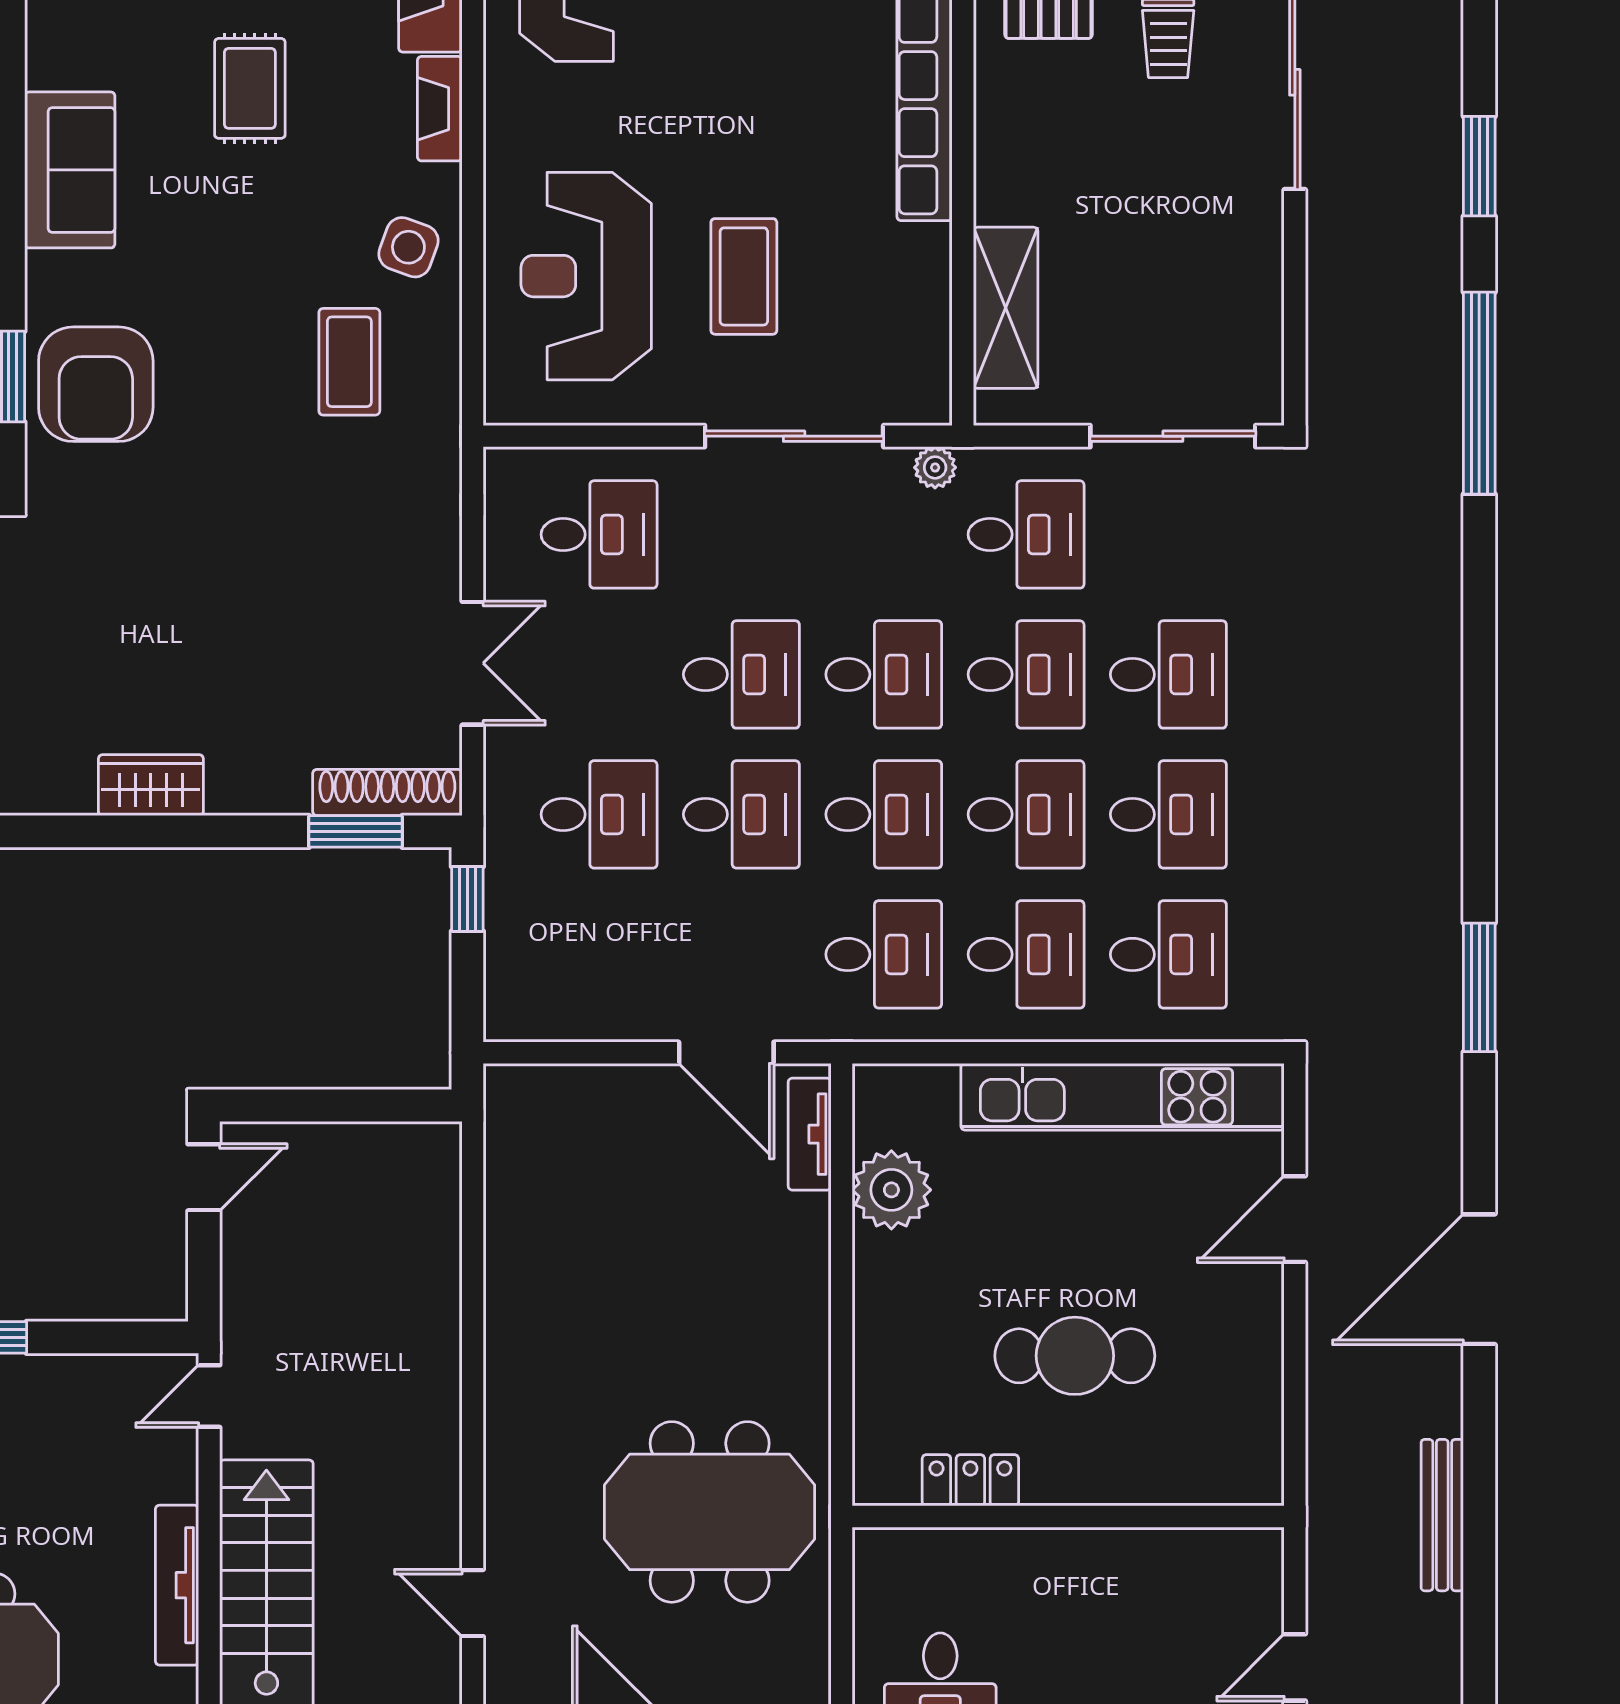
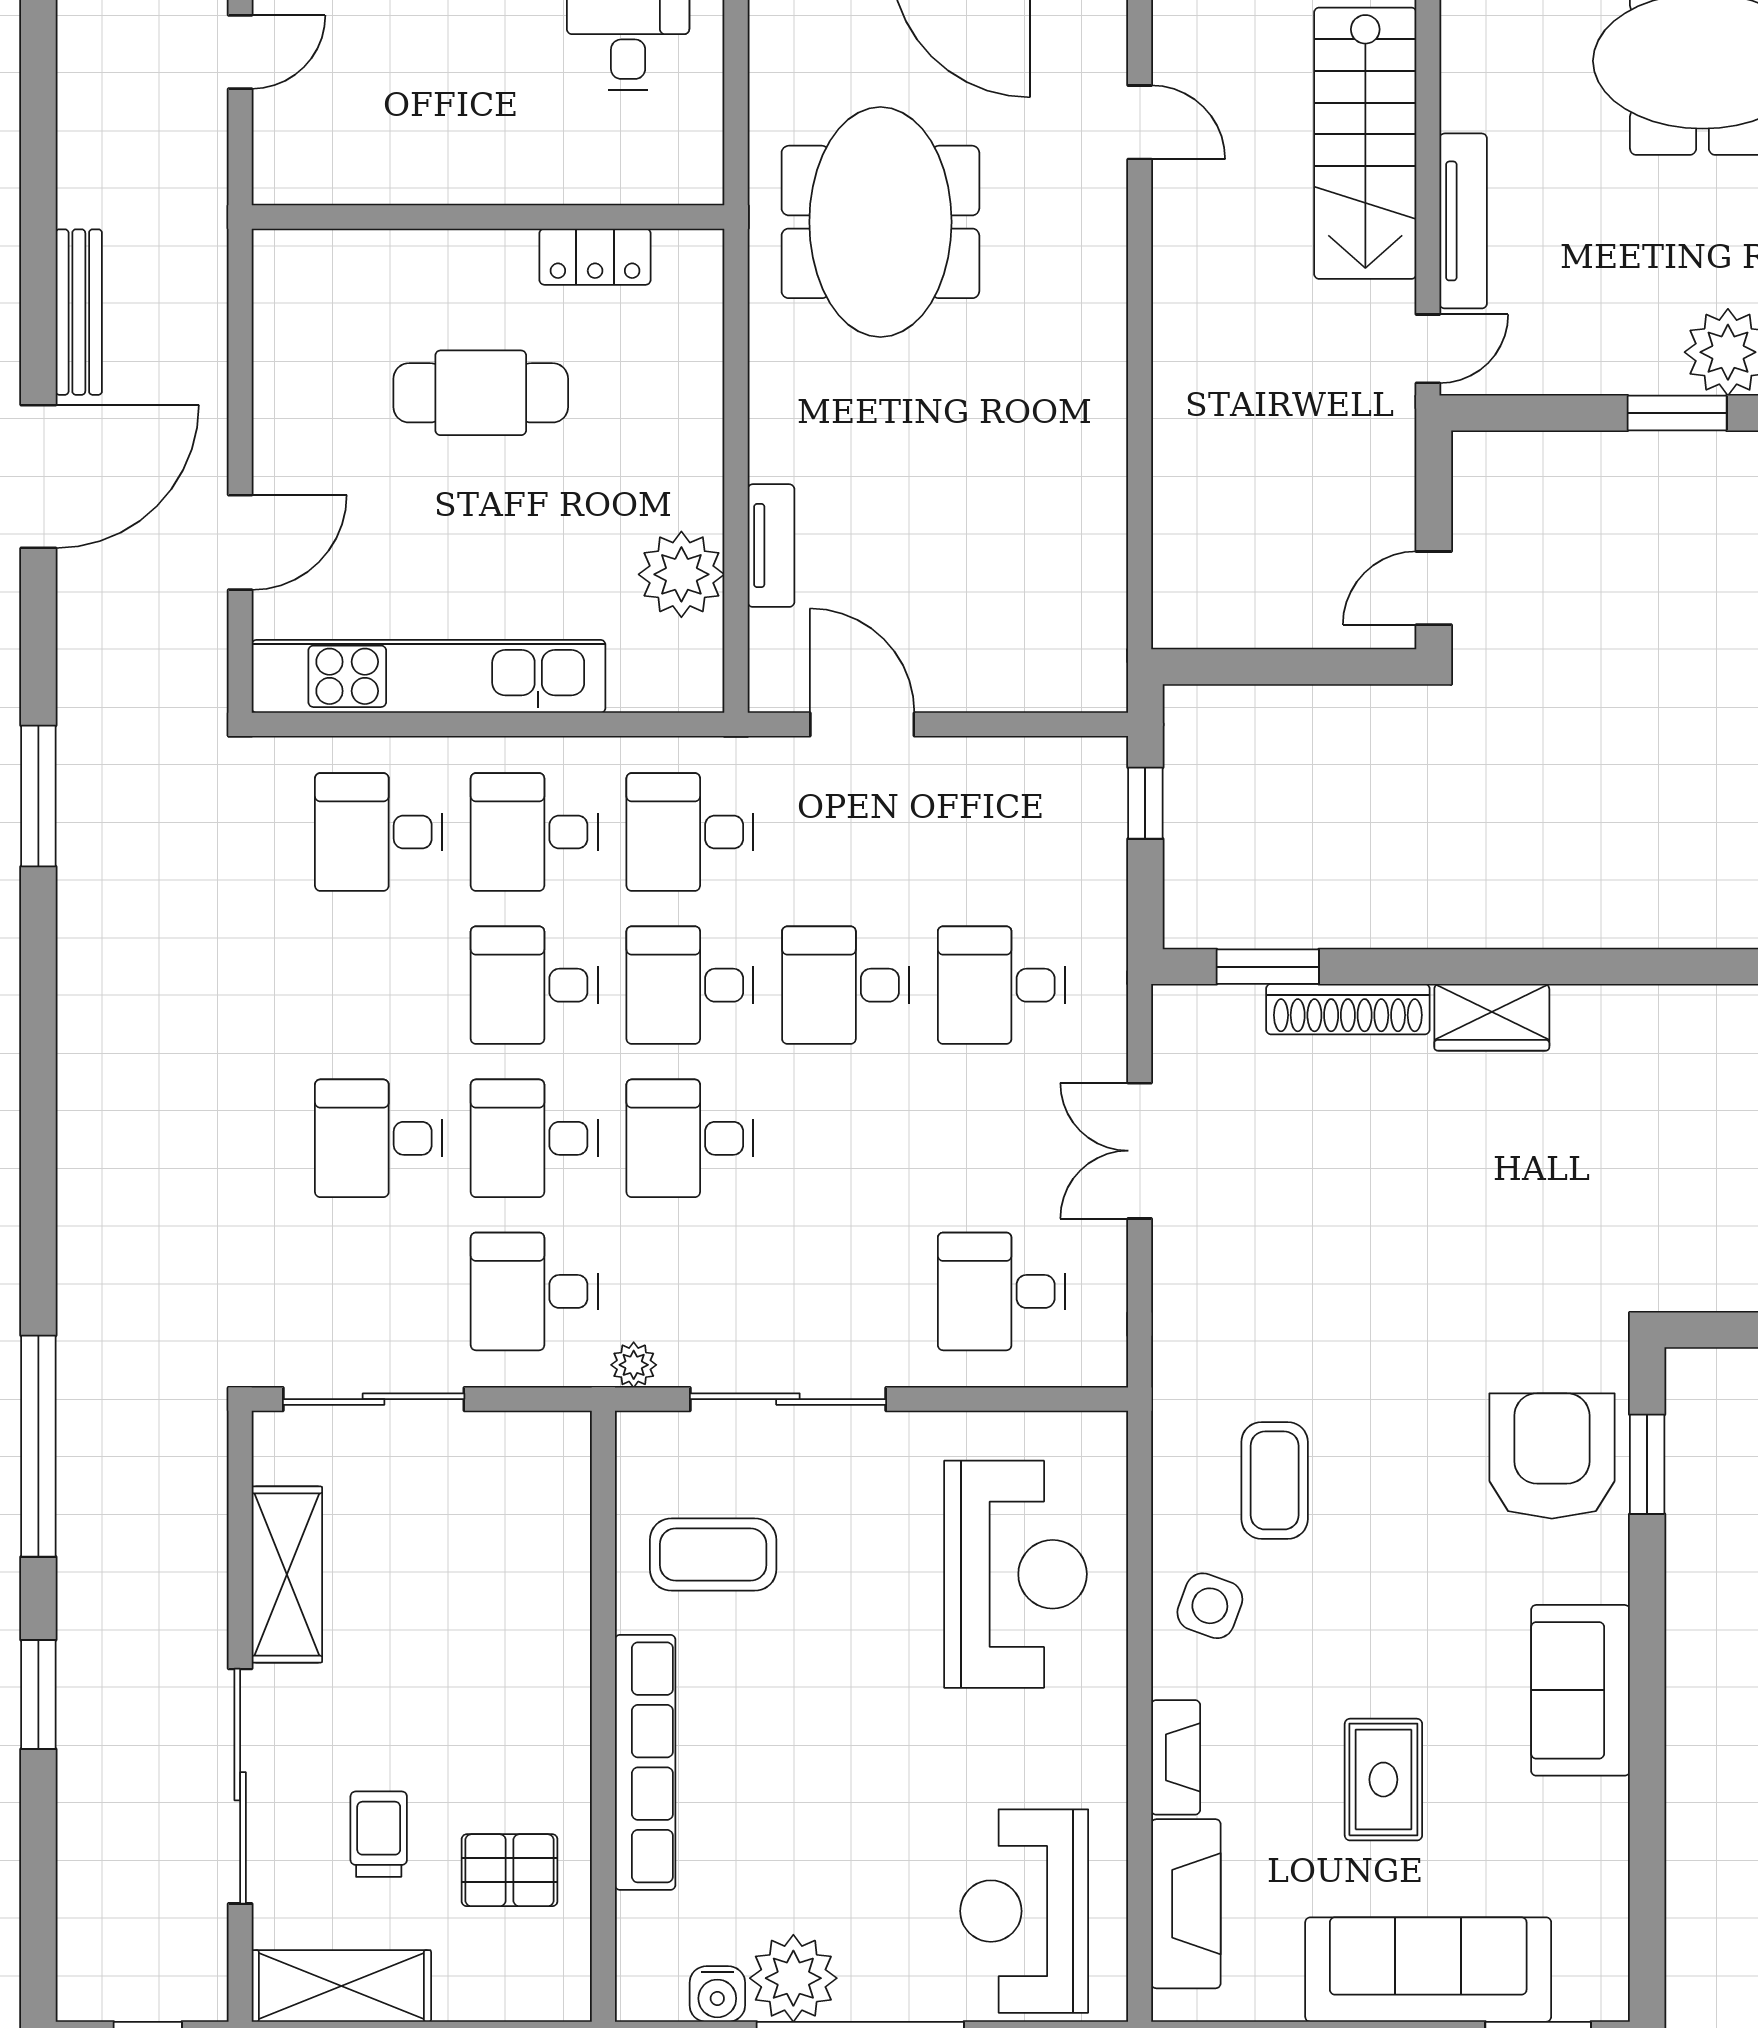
coffee table: (744, 276) -> (713, 1555), moved, turned 90
shelving: (1006, 308) -> (287, 1575), moved
desk: (741, 674) -> (846, 1138), removed
shoe rack: (387, 793) -> (1348, 1009), moved
desk: (1168, 814) -> (378, 985), removed
window: (467, 899) -> (1145, 803), moved
tv unit: (810, 1134) -> (771, 546), moved
meeting table: (710, 1512) -> (880, 222), turned 90
bench: (1442, 1515) -> (79, 312), moved
tv unit: (177, 1585) -> (1463, 221), moved

